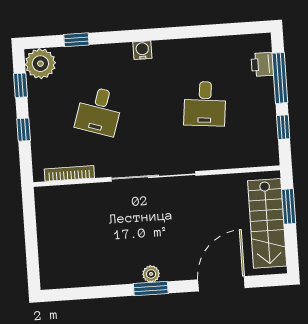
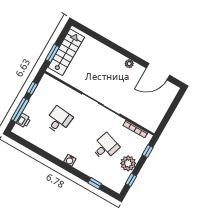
plant: (40, 64) -> (128, 163), moved
window: (24, 130) -> (148, 151), moved
door: (221, 284) -> (158, 72), moved
window: (151, 289) -> (133, 58), removed

